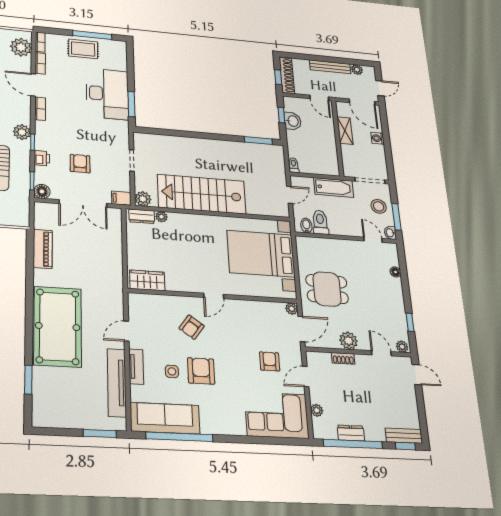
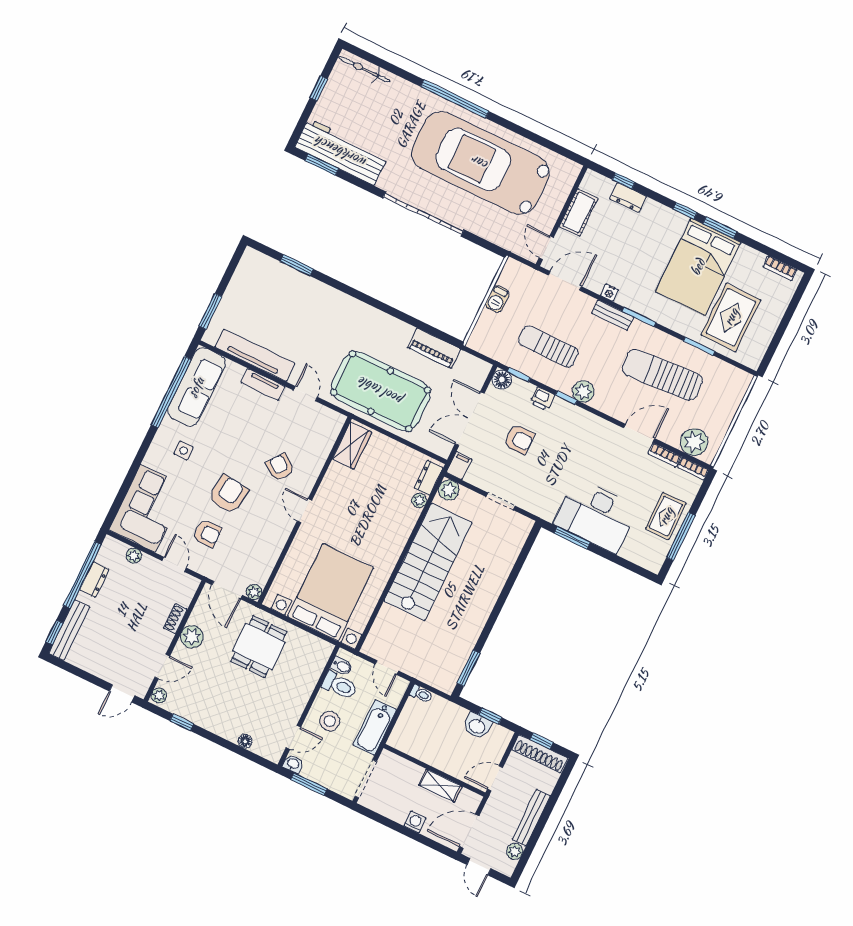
bookcase: (40, 109) -> (605, 427), removed
stool: (379, 206) -> (330, 721), moved
pool table: (58, 327) -> (381, 391), moved
side table: (172, 371) -> (184, 451), moved
armchair: (201, 371) -> (228, 494), moved, turned -83
bench: (404, 436) -> (69, 630), width x1.36

